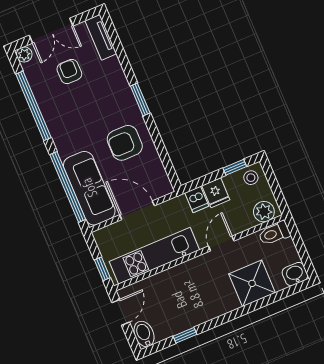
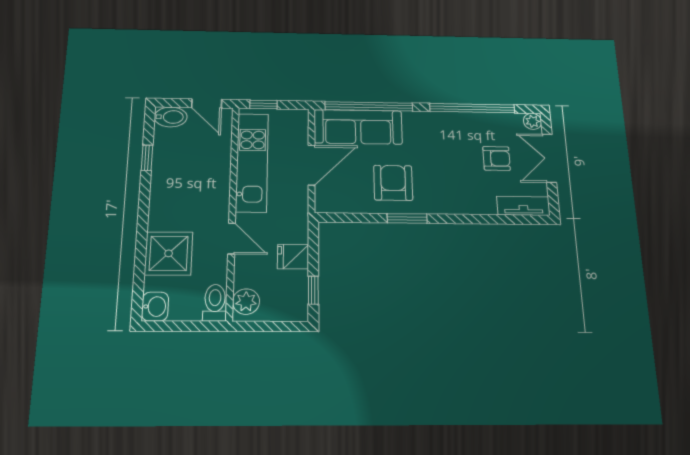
window: (140, 100) -> (407, 218), moved
stool: (251, 178) -> (293, 303), removed
dishwasher: (197, 199) -> (295, 233), removed

